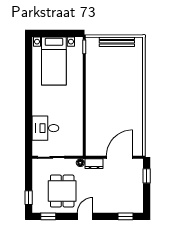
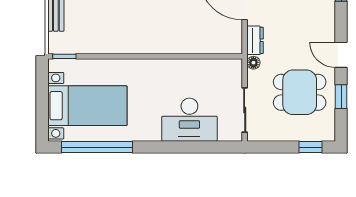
window: (29, 67) -> (97, 147), added
desk: (45, 128) -> (189, 120), width x1.37
window: (48, 216) -> (341, 97), moved

